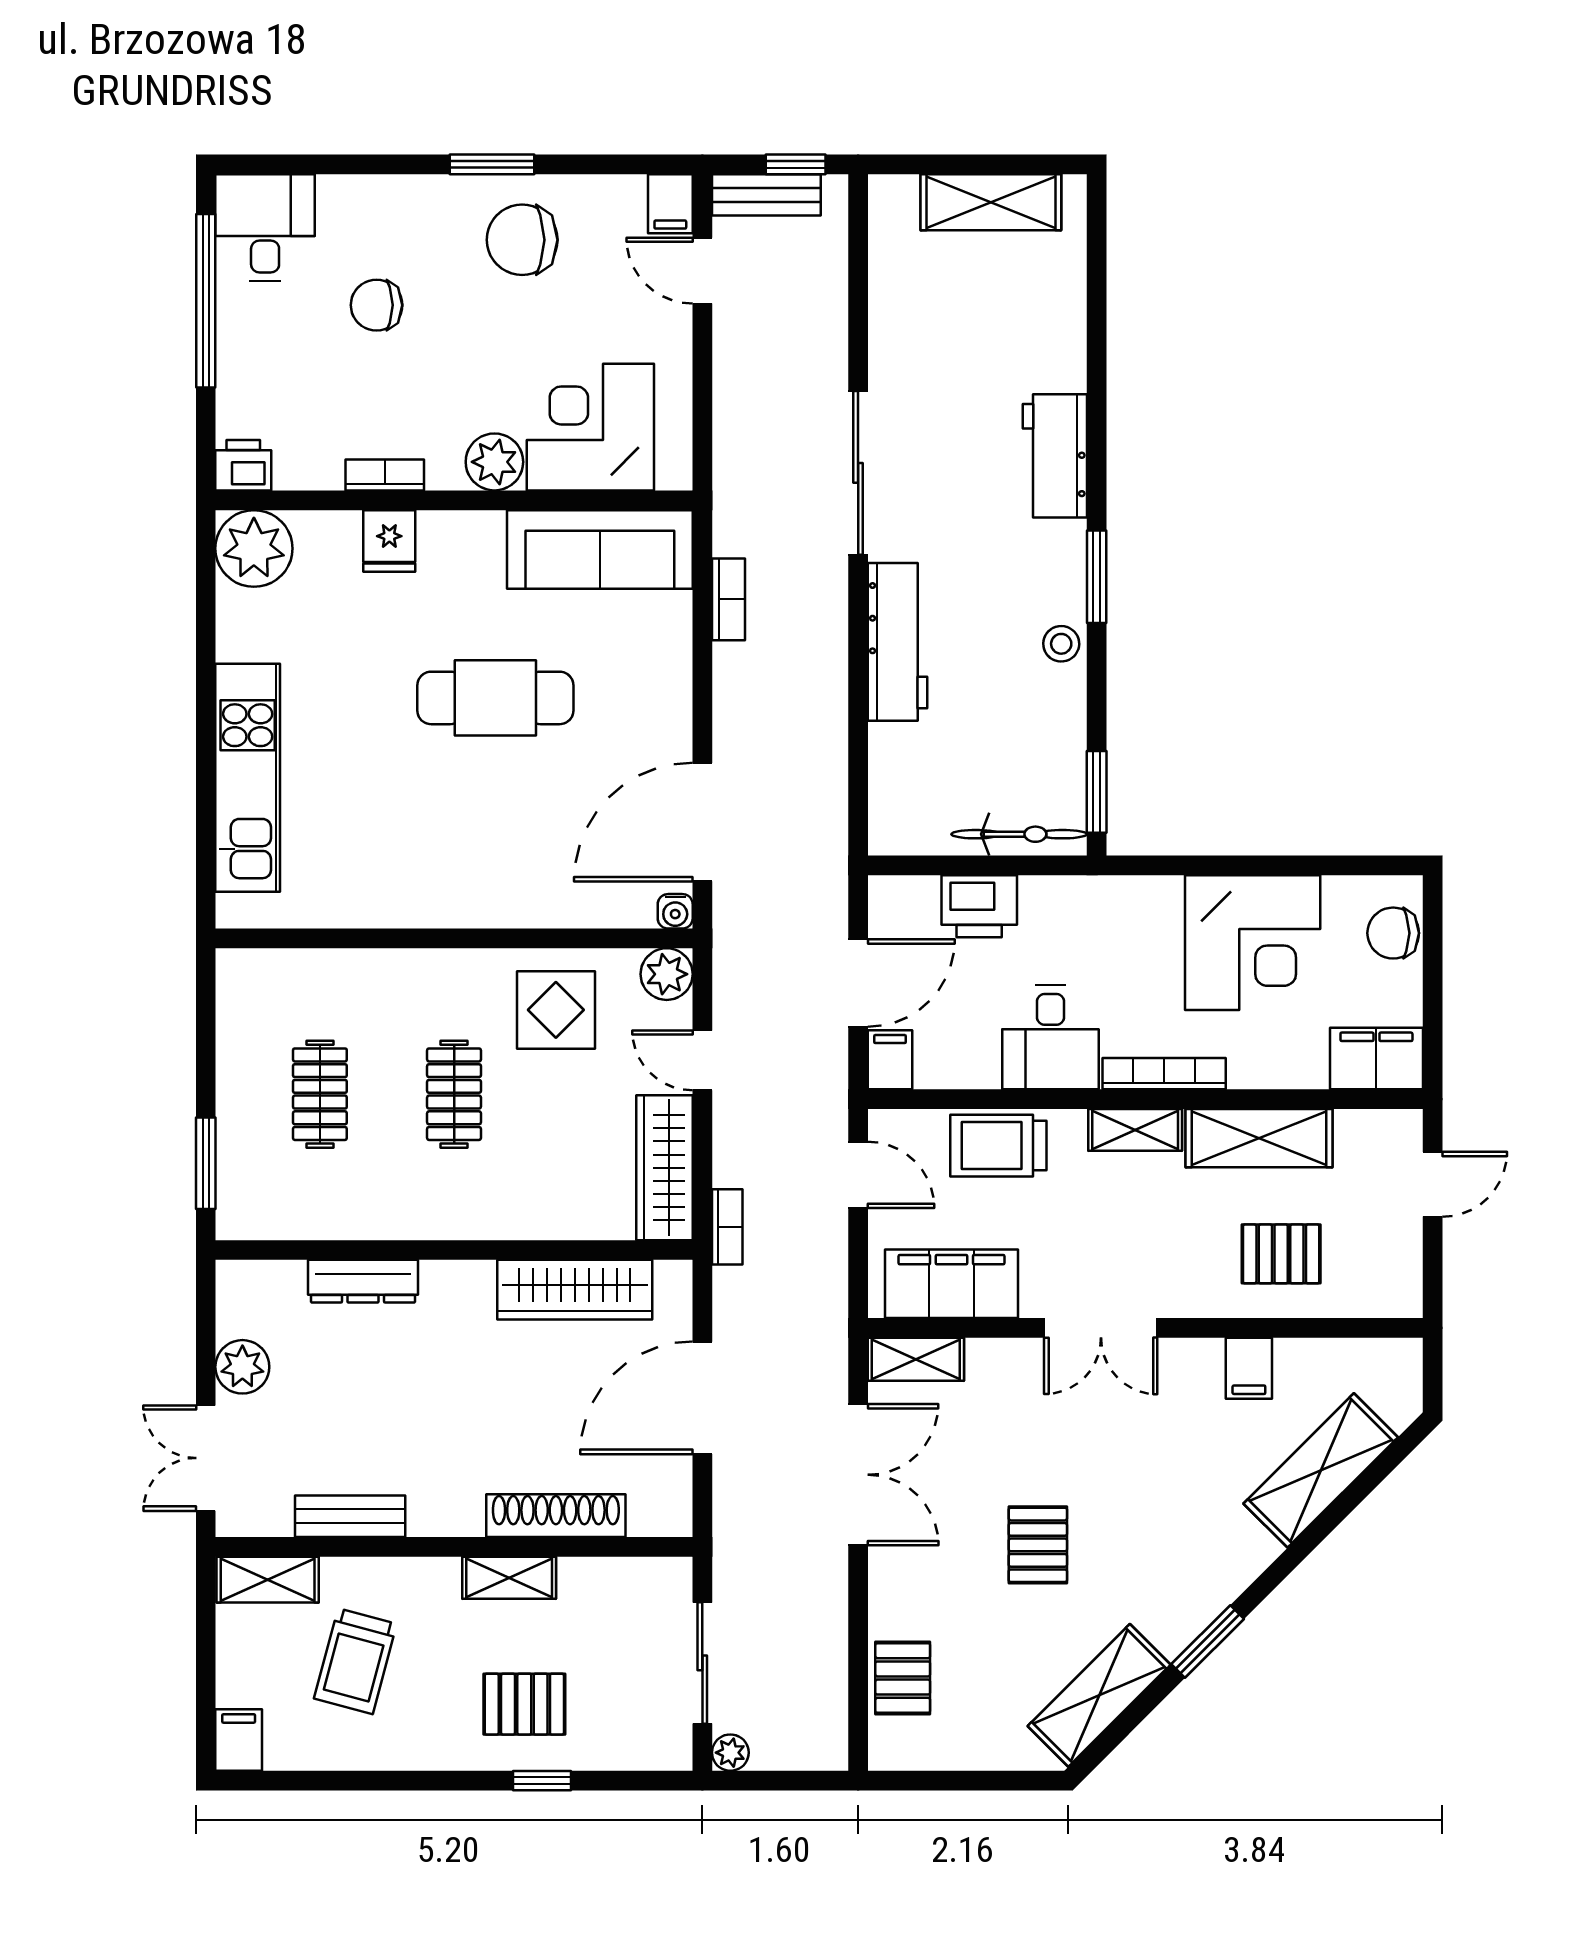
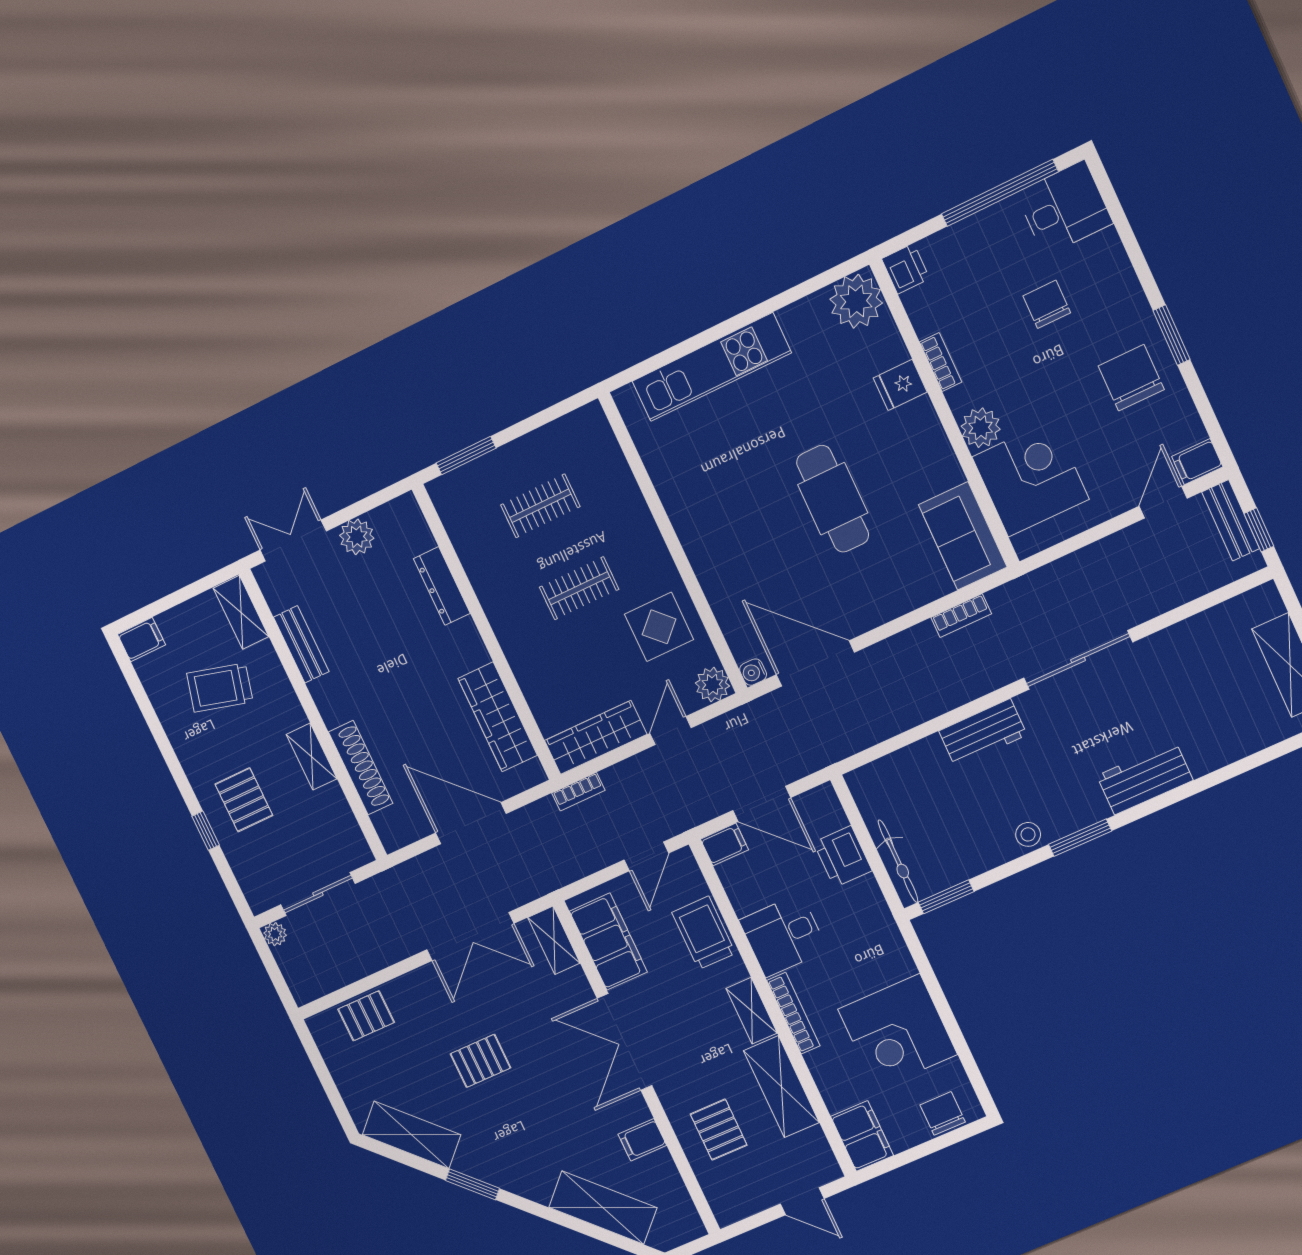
sofa: (600, 549) -> (963, 536), width x0.73
workbench: (898, 642) -> (983, 733), width x0.73
double door: (1101, 1328) -> (624, 1042), width x1.37

